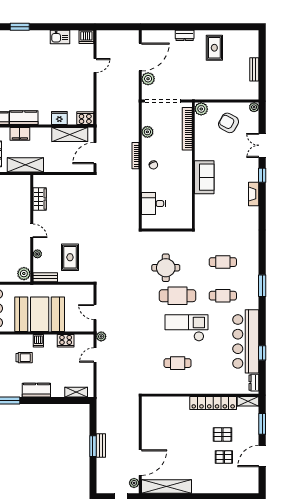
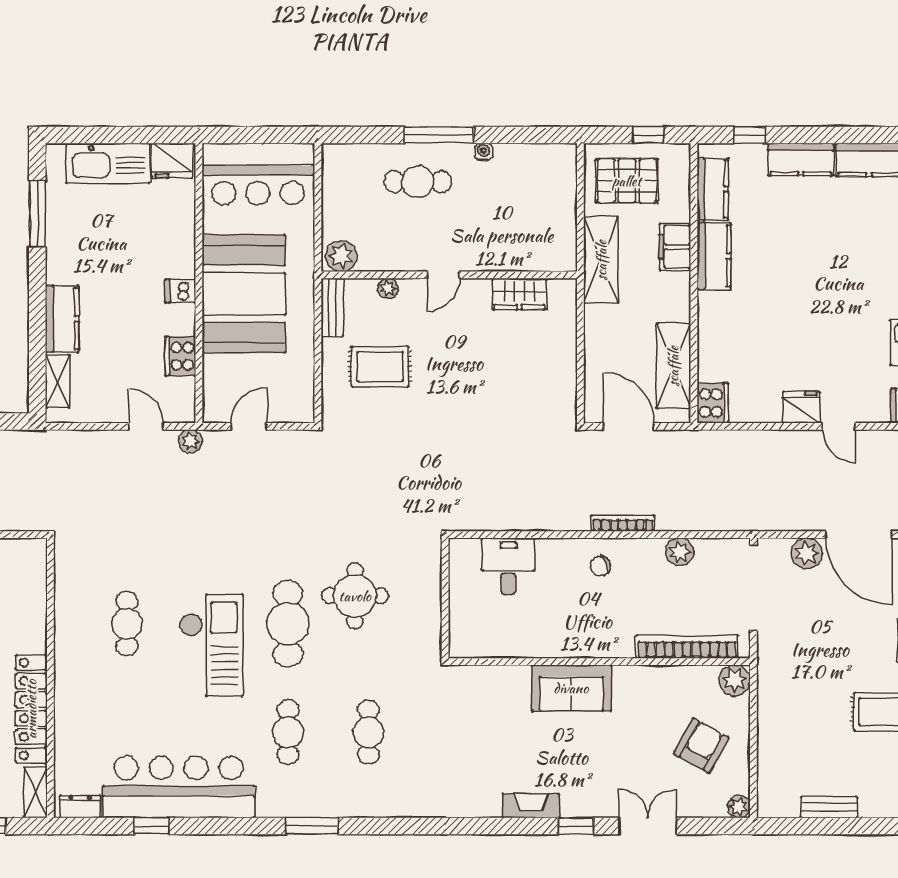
fridge: (59, 118) -> (801, 407), moved, turned -90
trolley: (24, 358) -> (140, 257), removed
kitchen counter: (36, 390) -> (62, 319), moved

